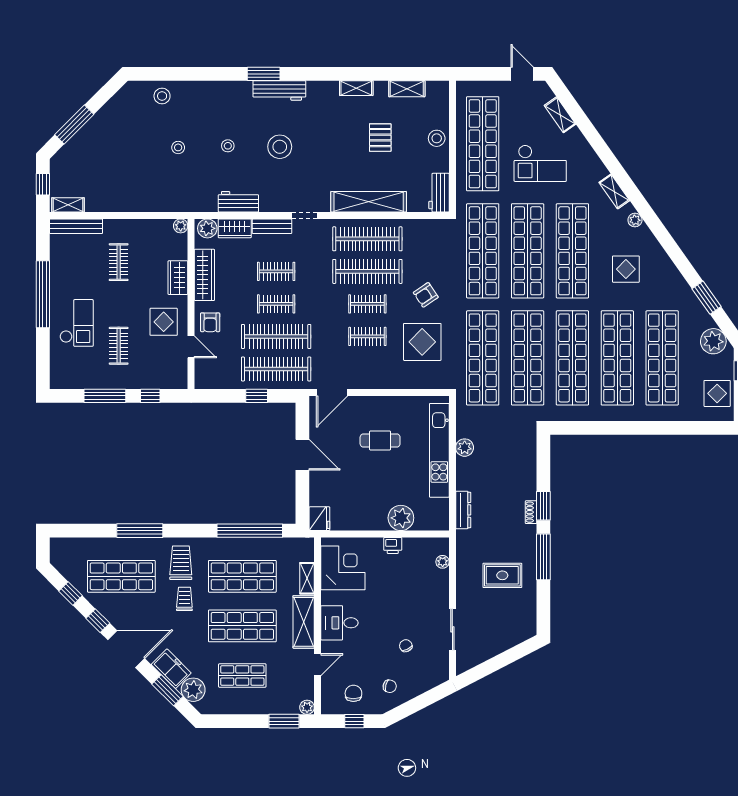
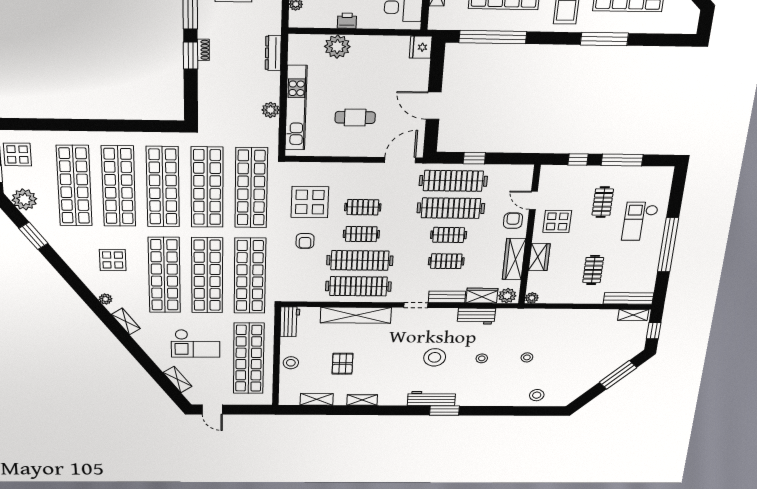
checkout: (540, 163) -> (195, 343), turned 180
armchair: (426, 295) -> (305, 241), turned 124

